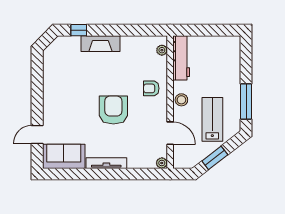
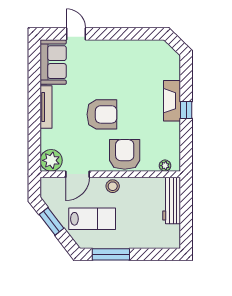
window: (79, 30) -> (186, 110), moved
workbench: (181, 58) -> (172, 201), moved, turned 90
armchair: (151, 88) -> (125, 154), width x1.88, depth x1.88
plant: (162, 163) -> (51, 160), width x1.88, depth x1.88

